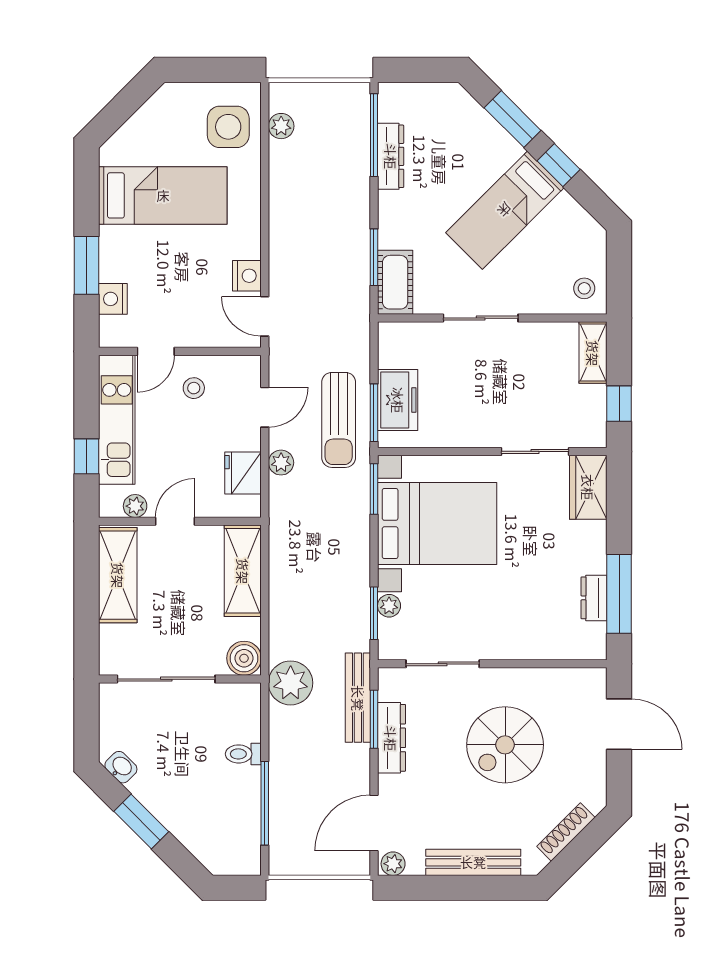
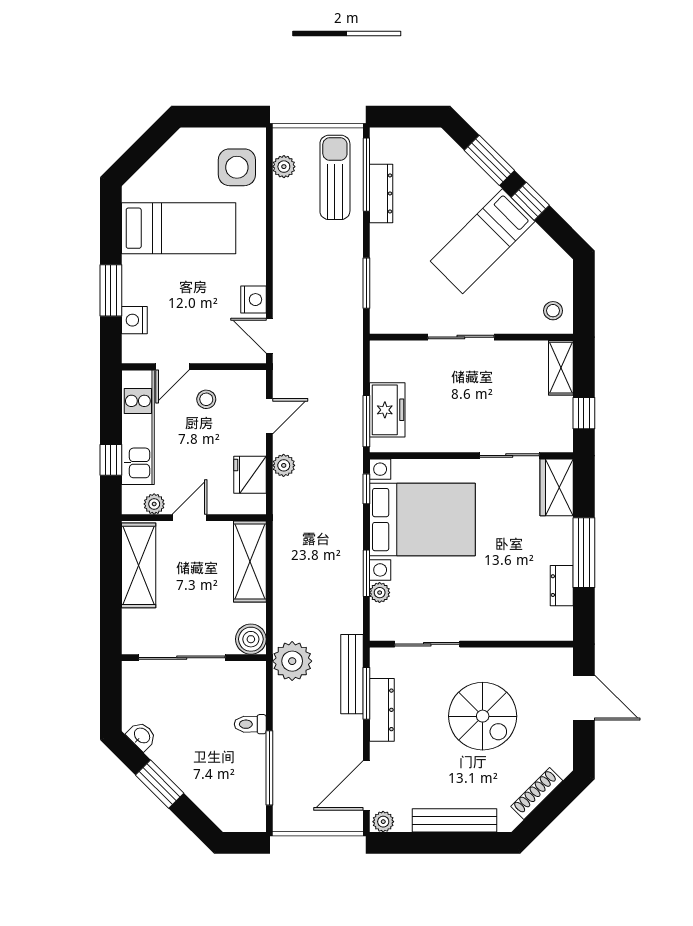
cot: (395, 282) -> (385, 305), removed
sun lounger: (339, 420) -> (335, 177), moved, turned 180
window: (374, 489) -> (366, 489), width x0.67
window: (619, 594) -> (584, 553), moved
window: (374, 613) -> (366, 573), moved
spiral stairs: (505, 745) -> (483, 716), turned -90

